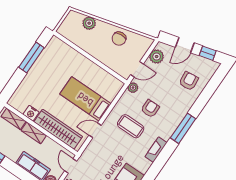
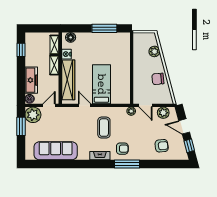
floor lamp: (17, 98) -> (71, 37), added
armchair: (150, 109) -> (122, 149), moved

